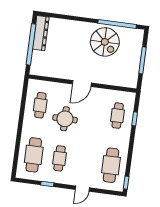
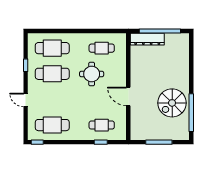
dresser: (41, 33) -> (147, 39), moved
door: (82, 84) -> (128, 97), moved
cafe table: (59, 158) -> (52, 74), width x1.37, depth x1.35

